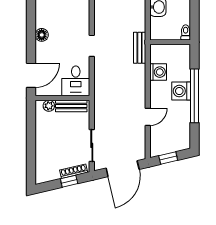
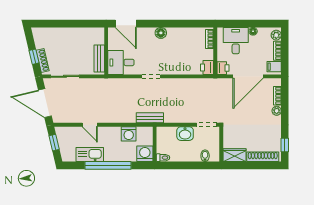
washing machine: (181, 91) -> (145, 154), moved
plant: (49, 106) -> (99, 39), removed
kitchen sink: (182, 117) -> (90, 155), added

